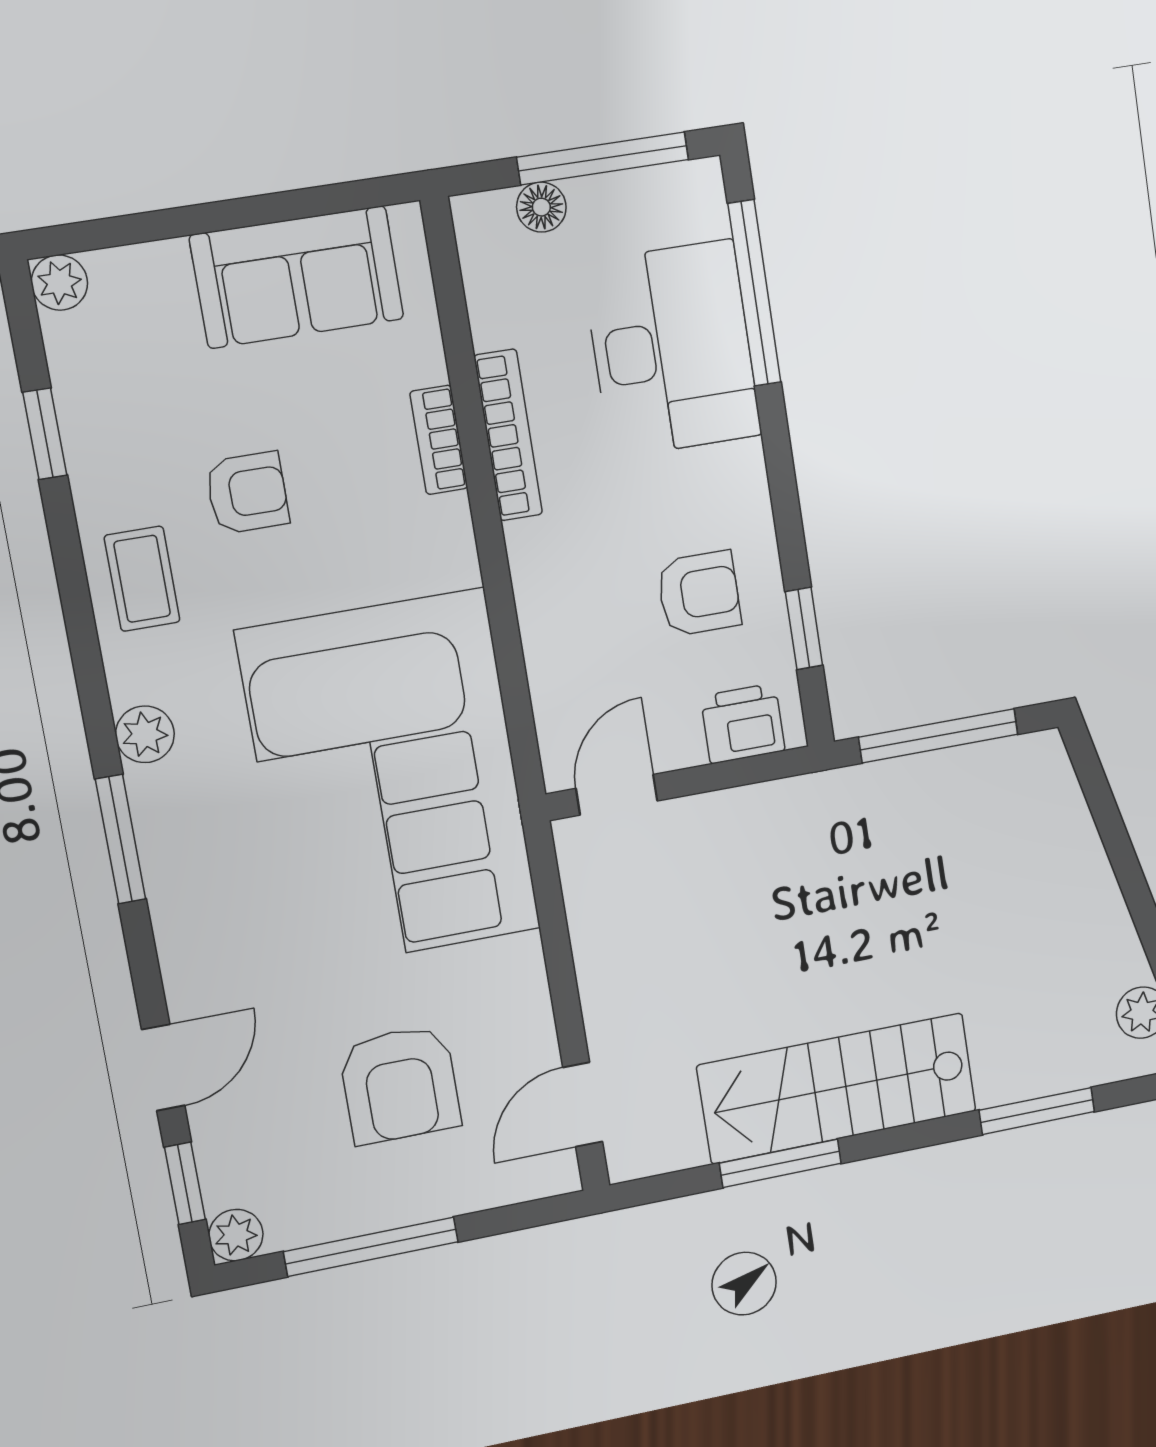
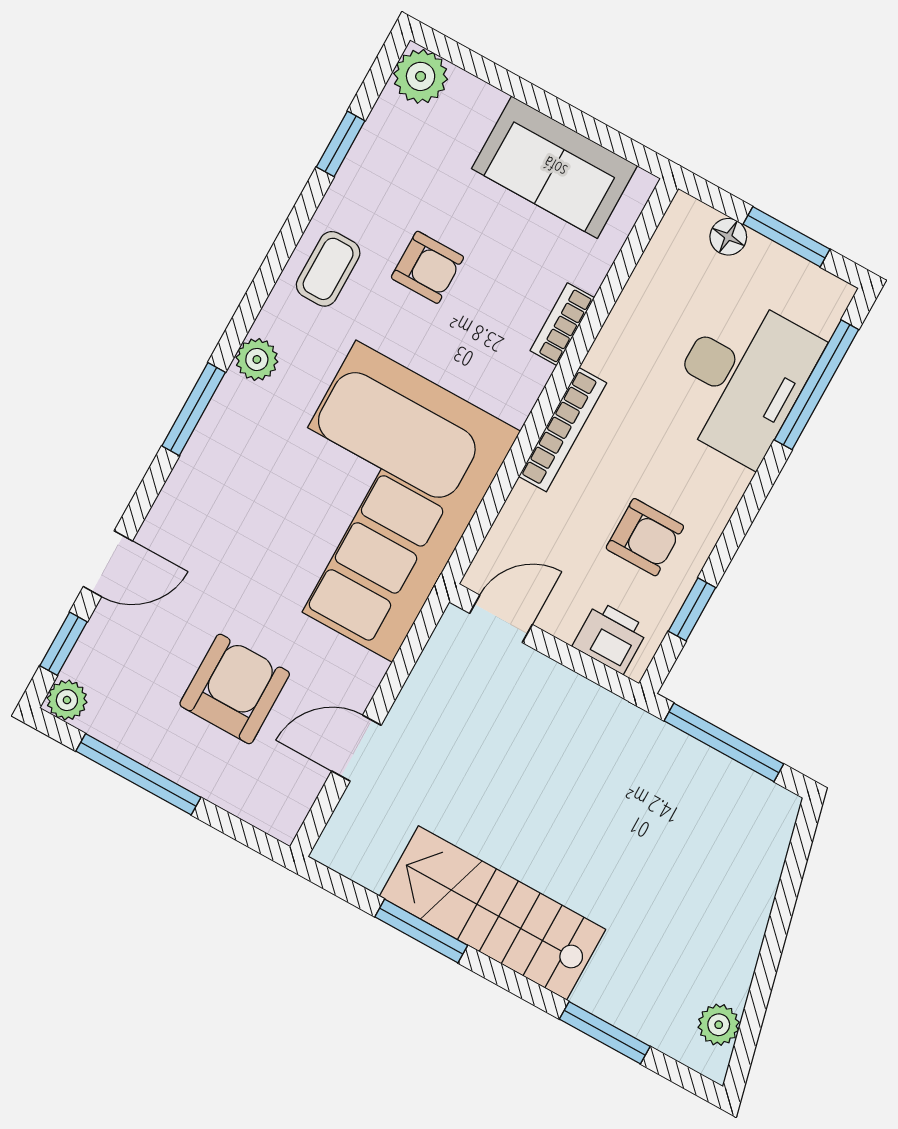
window: (603, 158) -> (787, 237), width x0.69
plant: (59, 283) -> (421, 76), width x1.38, depth x1.38
bookcase: (508, 435) -> (563, 430), moved
armchair: (400, 1084) -> (235, 689), turned 180
door: (583, 1105) -> (356, 748), moved

